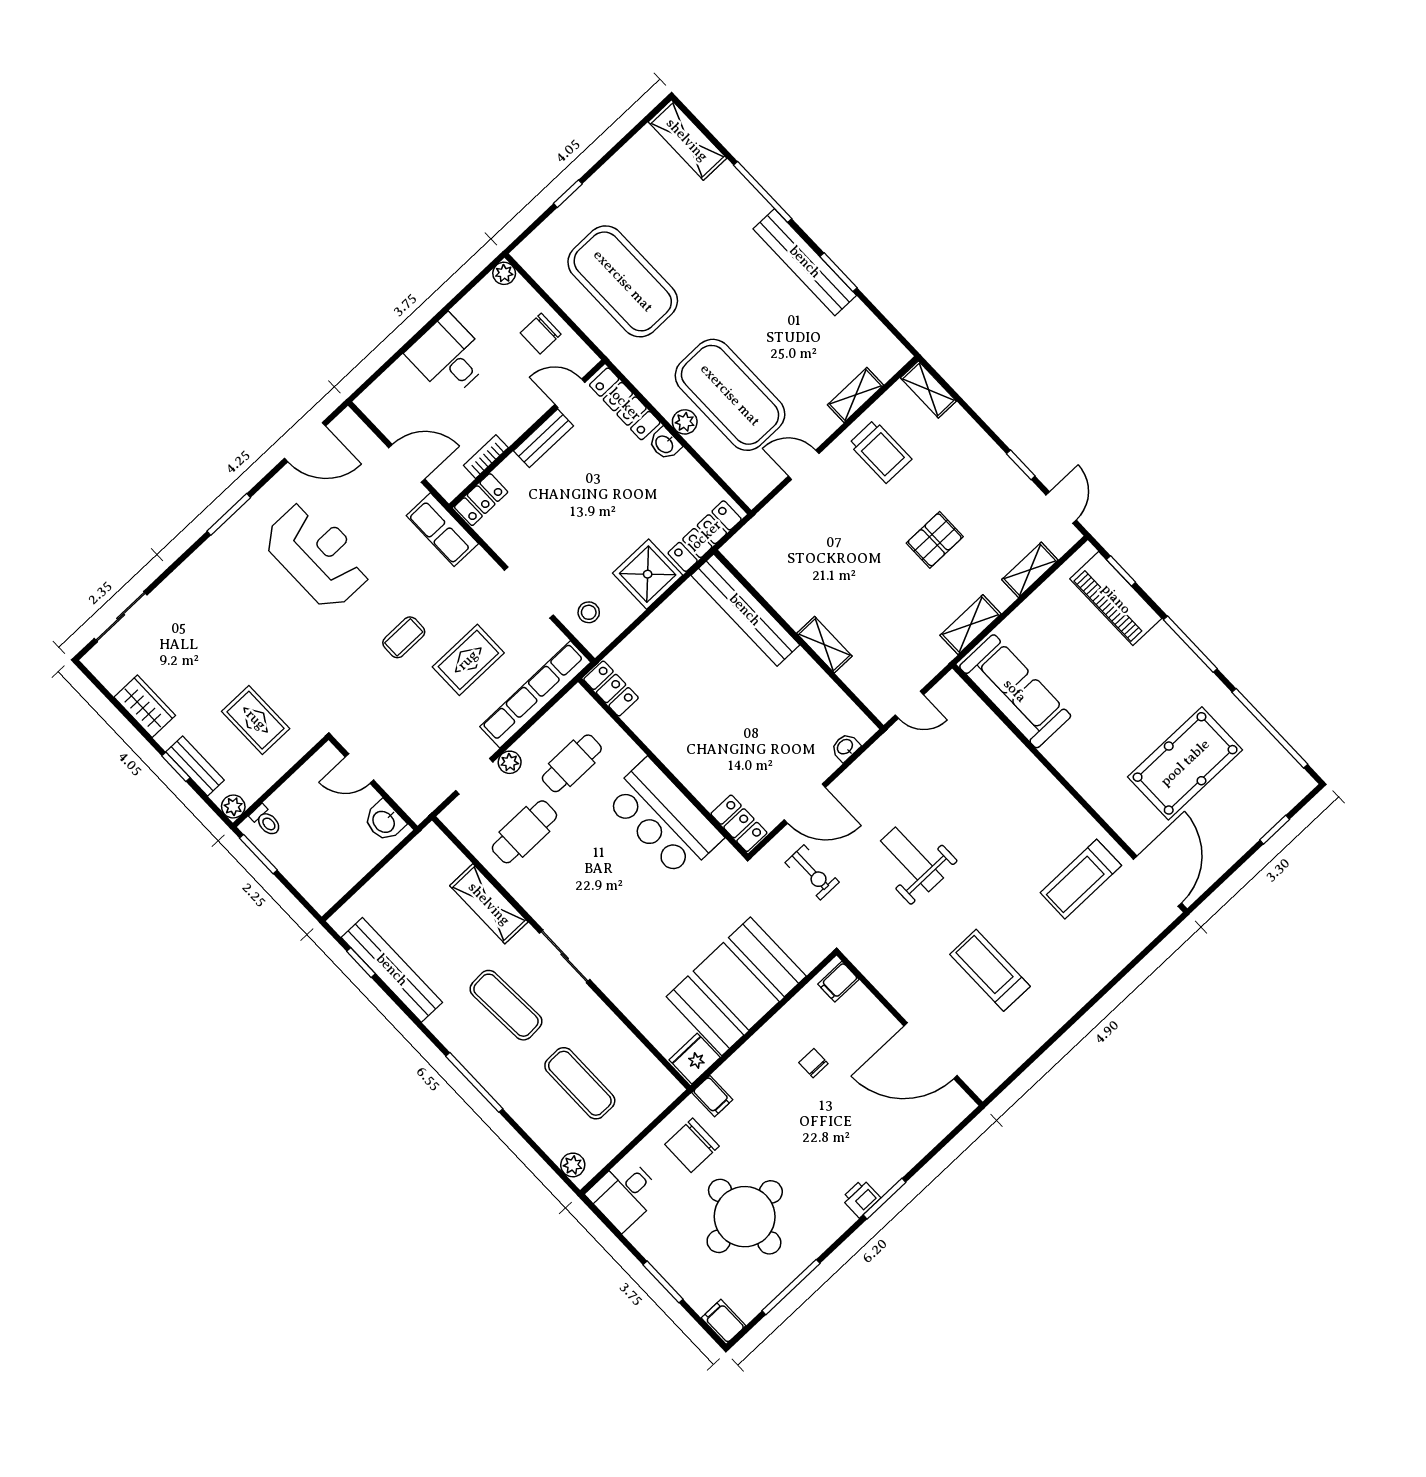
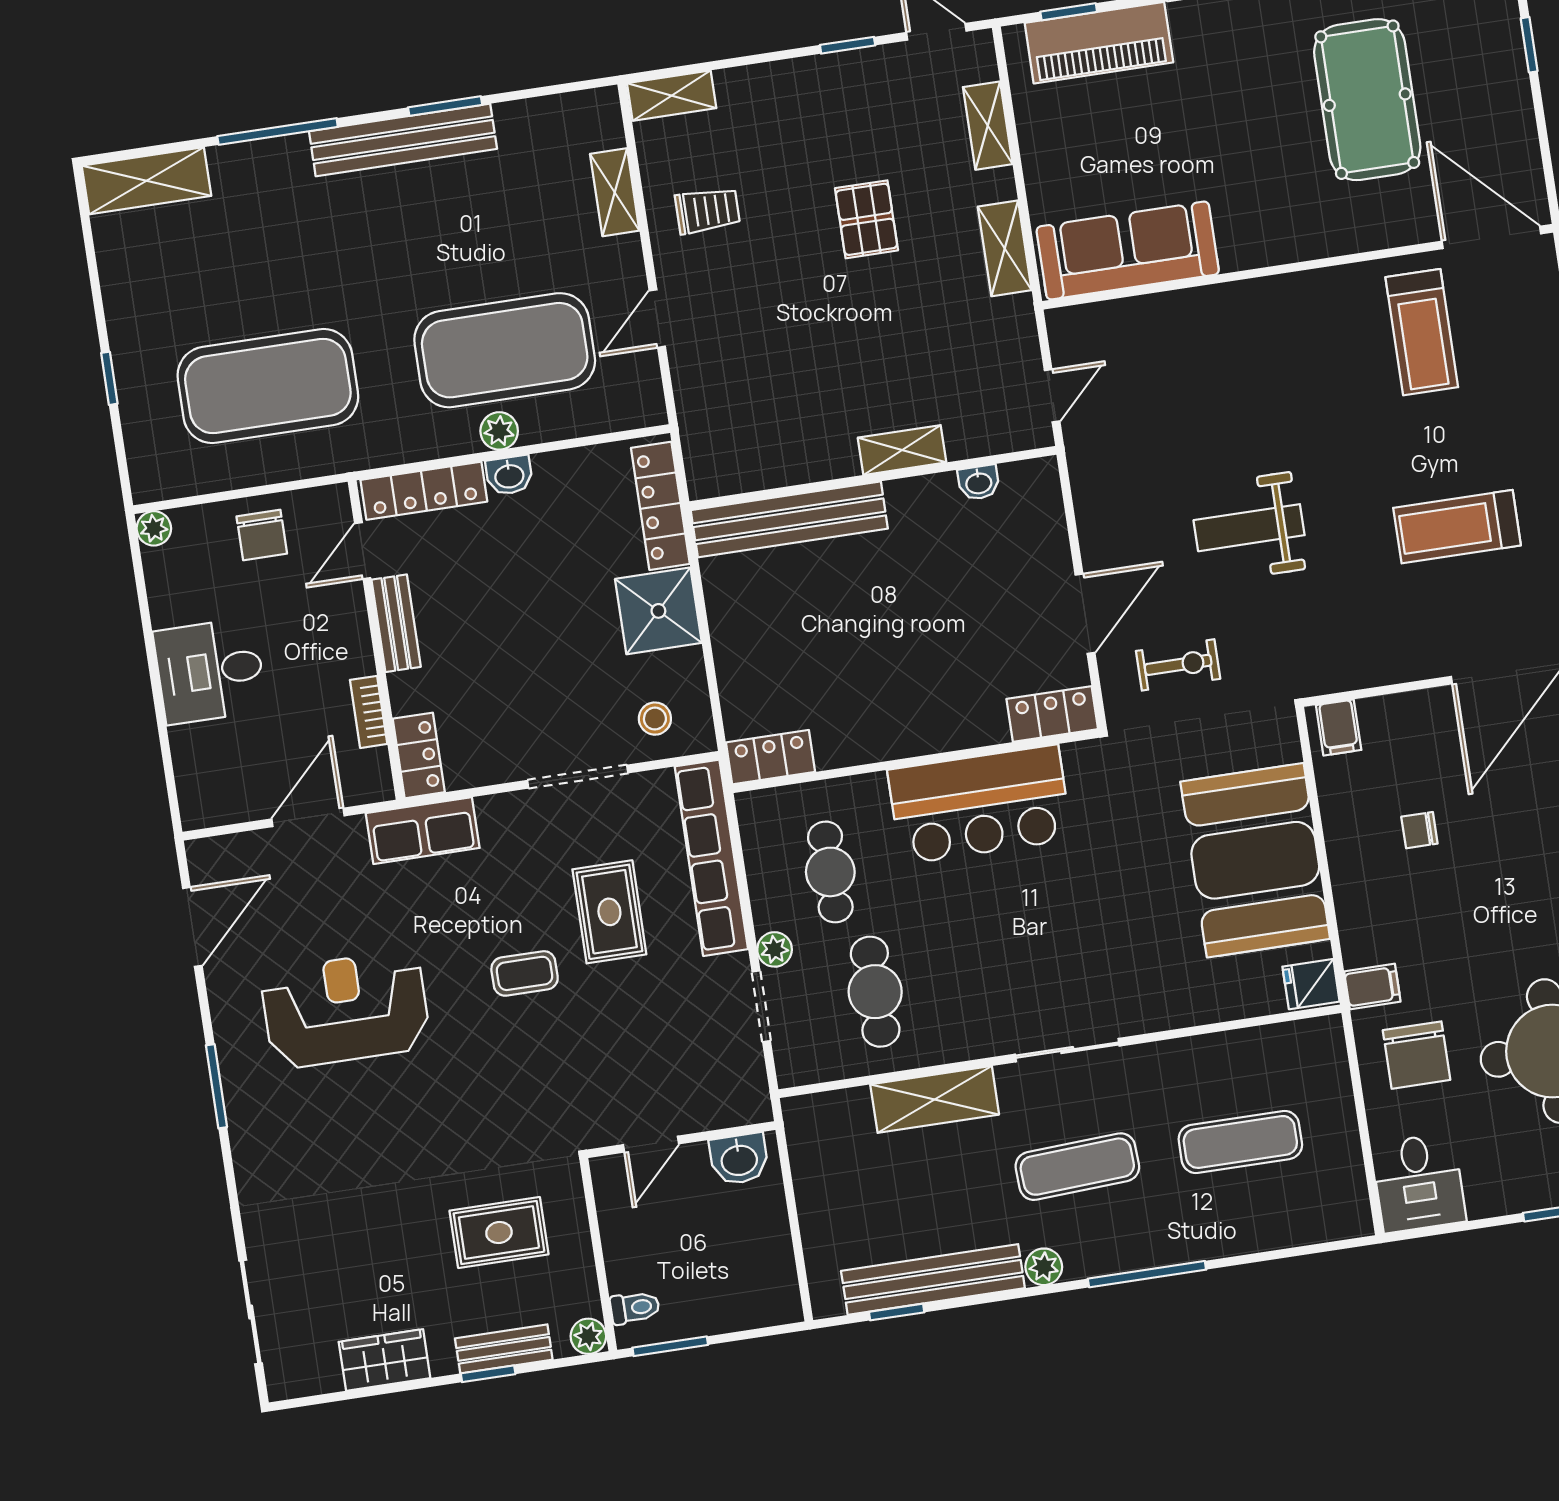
trolley: (880, 451) -> (707, 211), width x0.73, depth x0.72
coffee table: (404, 637) -> (525, 973), turned 90
washbasin: (845, 747) -> (979, 482), moved, turned -90
fridge: (695, 1059) -> (1311, 984), width x0.72
plant: (573, 1165) -> (1044, 1267), moved

